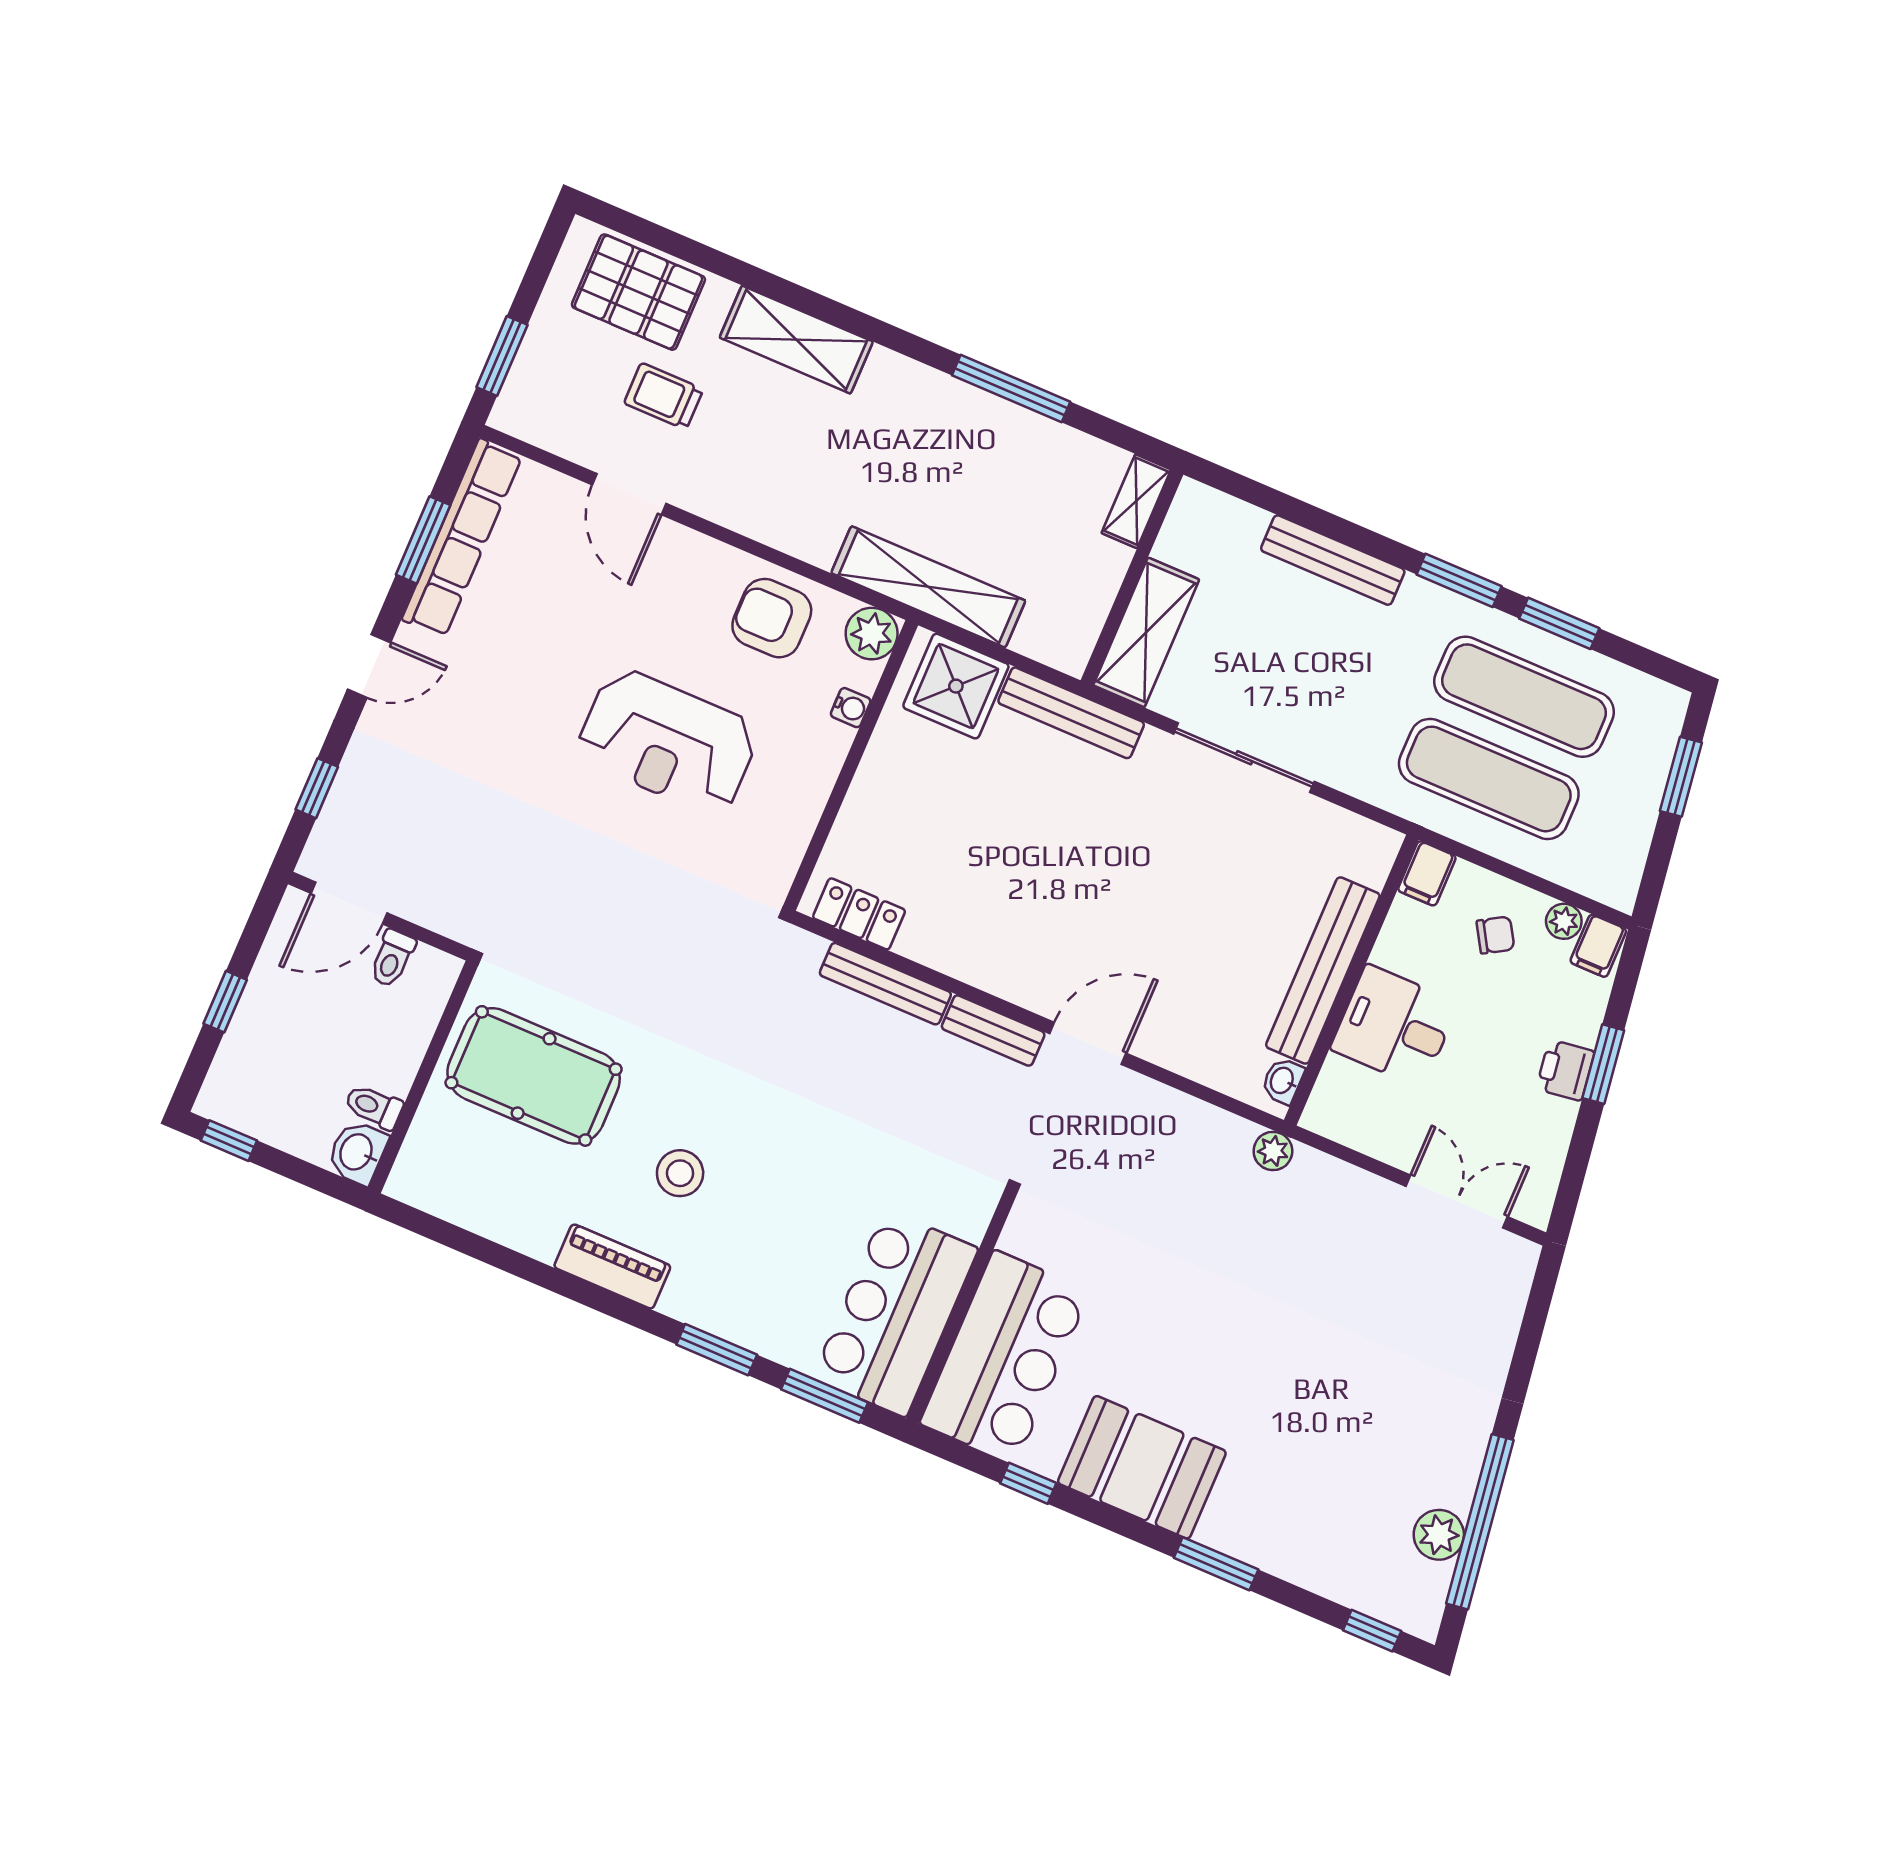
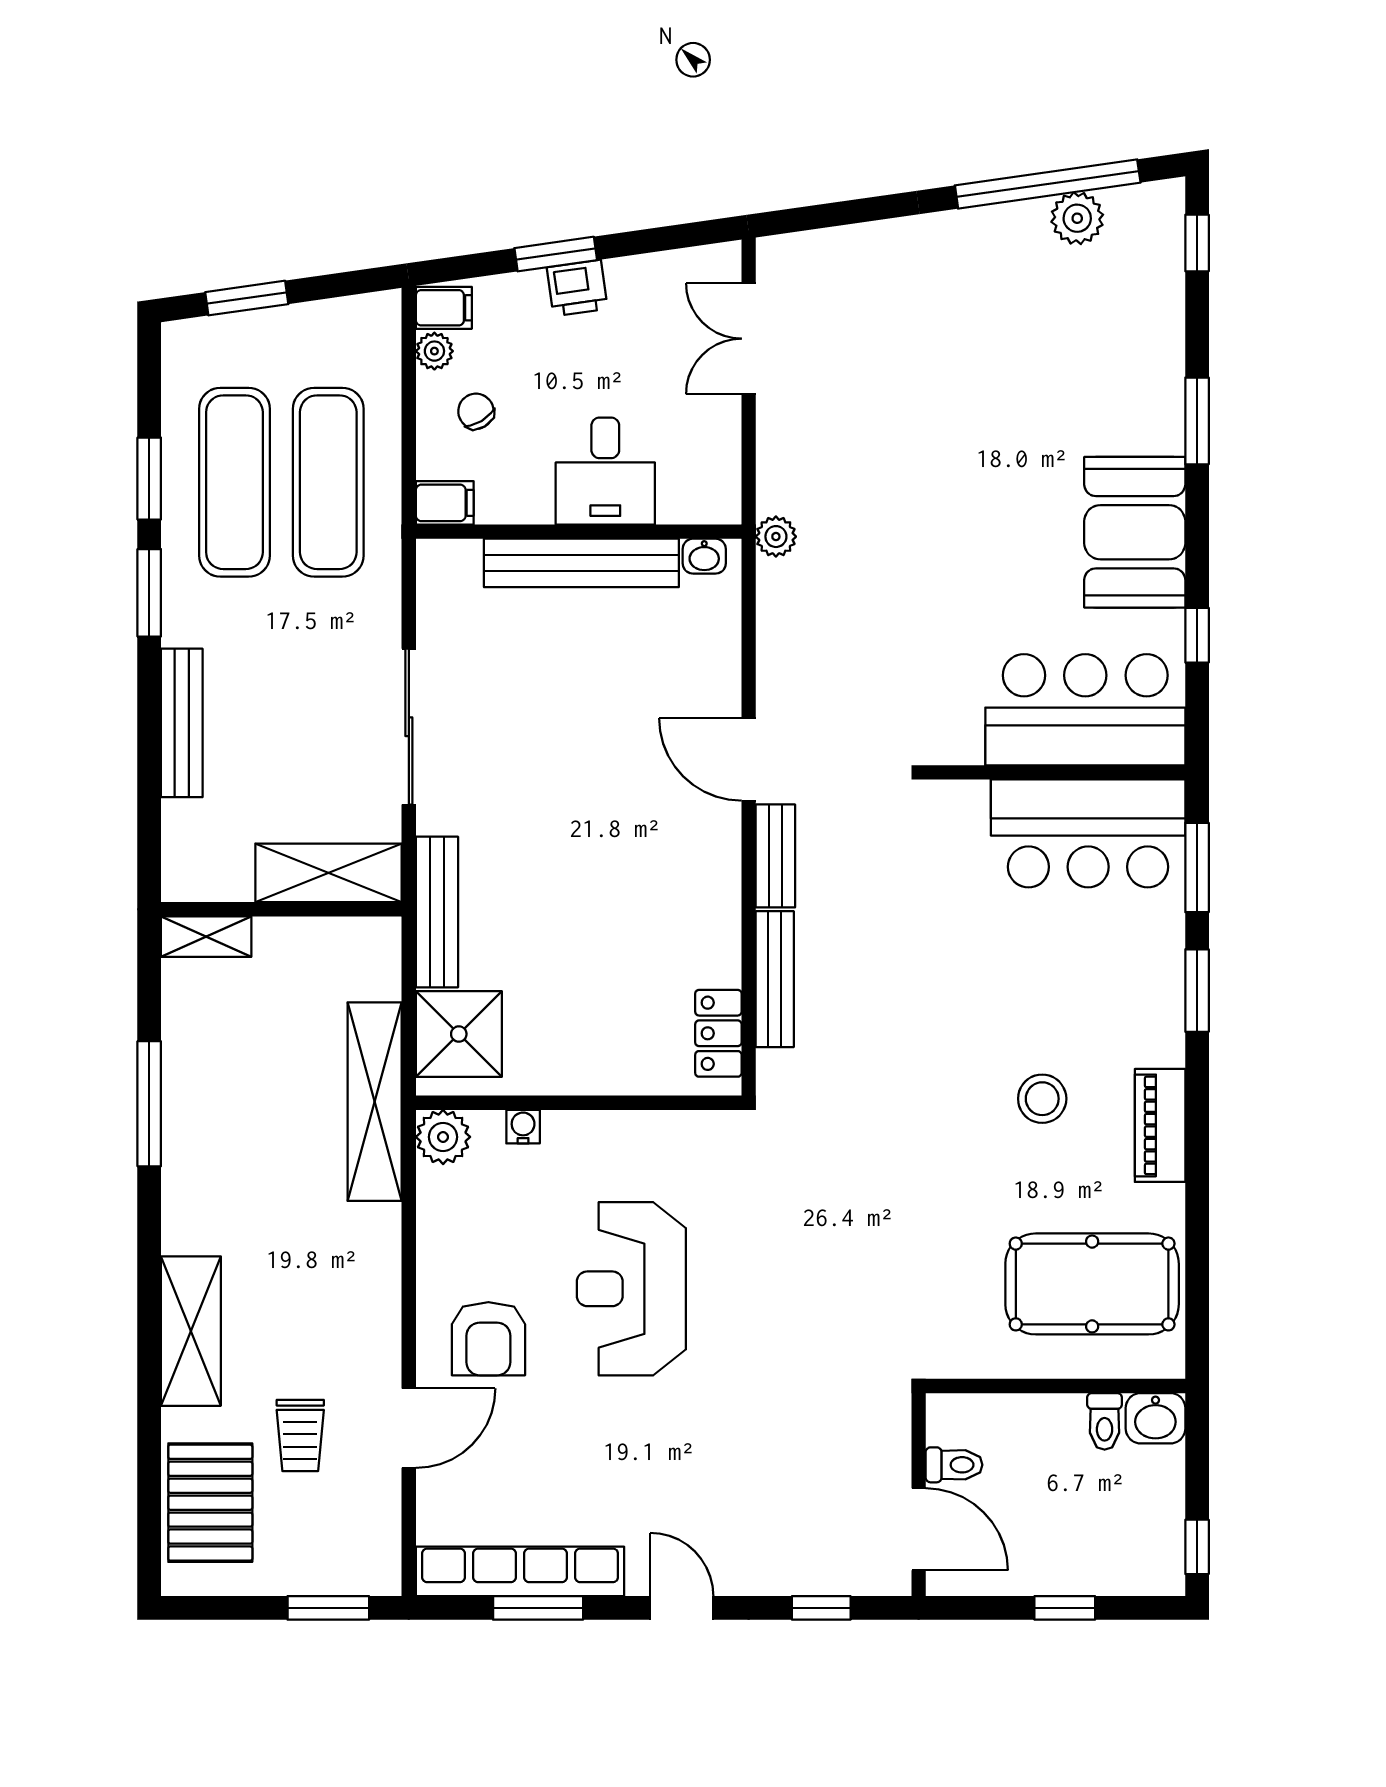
armchair: (772, 618) -> (488, 1339), moved
reception desk: (668, 742) -> (631, 1289), turned 180
pool table: (534, 1076) -> (1092, 1284), moved, turned 90

